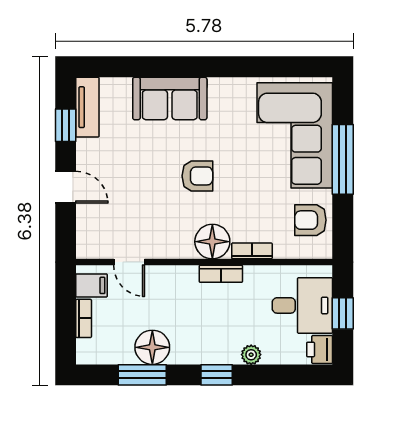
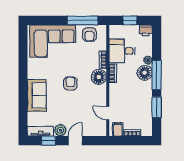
plant: (90, 153) -> (60, 130), added
window: (343, 159) -> (83, 20), moved
door: (129, 262) -> (108, 113), swing flipped
desk: (302, 305) -> (122, 51), moved, turned -90
floor lamp: (152, 347) -> (145, 73), moved
window: (217, 375) -> (157, 75), width x2.17

